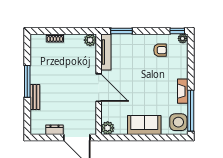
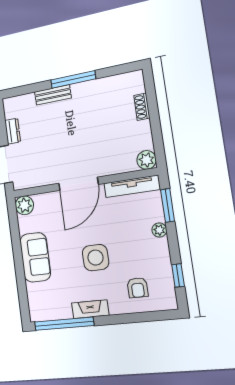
window: (177, 31) -> (178, 275), moved
plant: (183, 38) -> (159, 230), moved
armchair: (160, 50) -> (138, 288), moved
side table: (178, 122) -> (96, 258), moved

